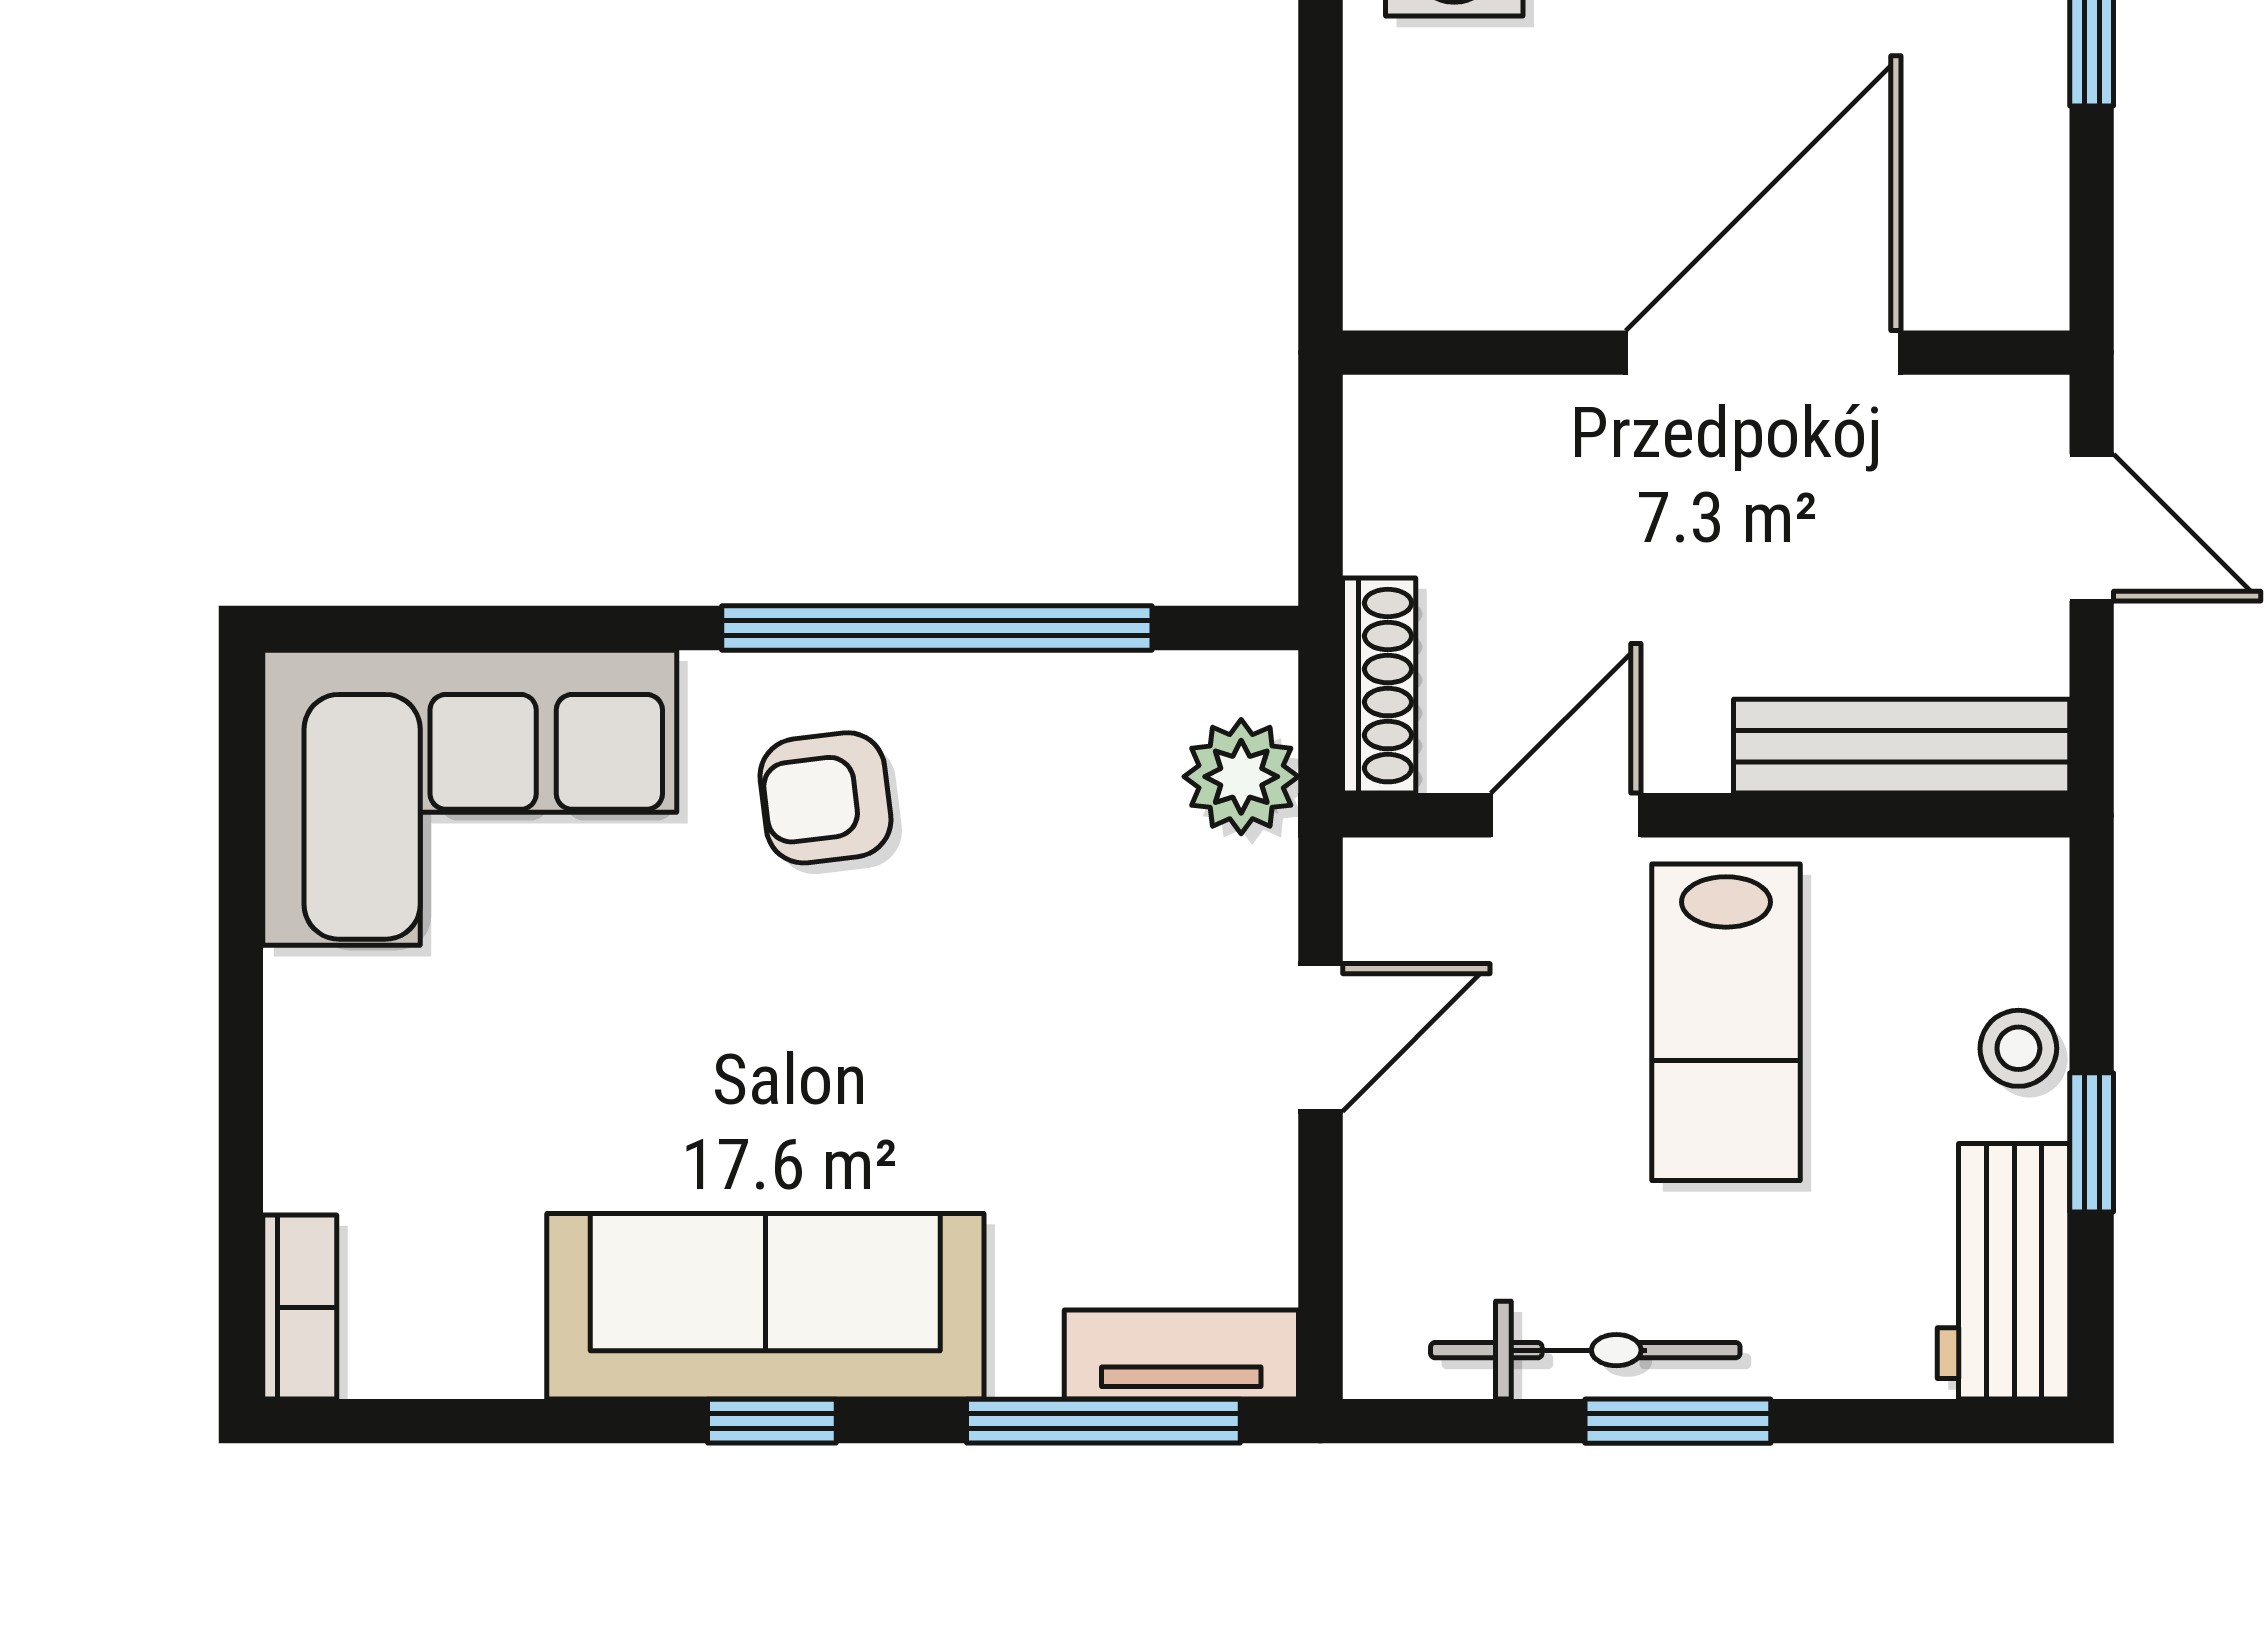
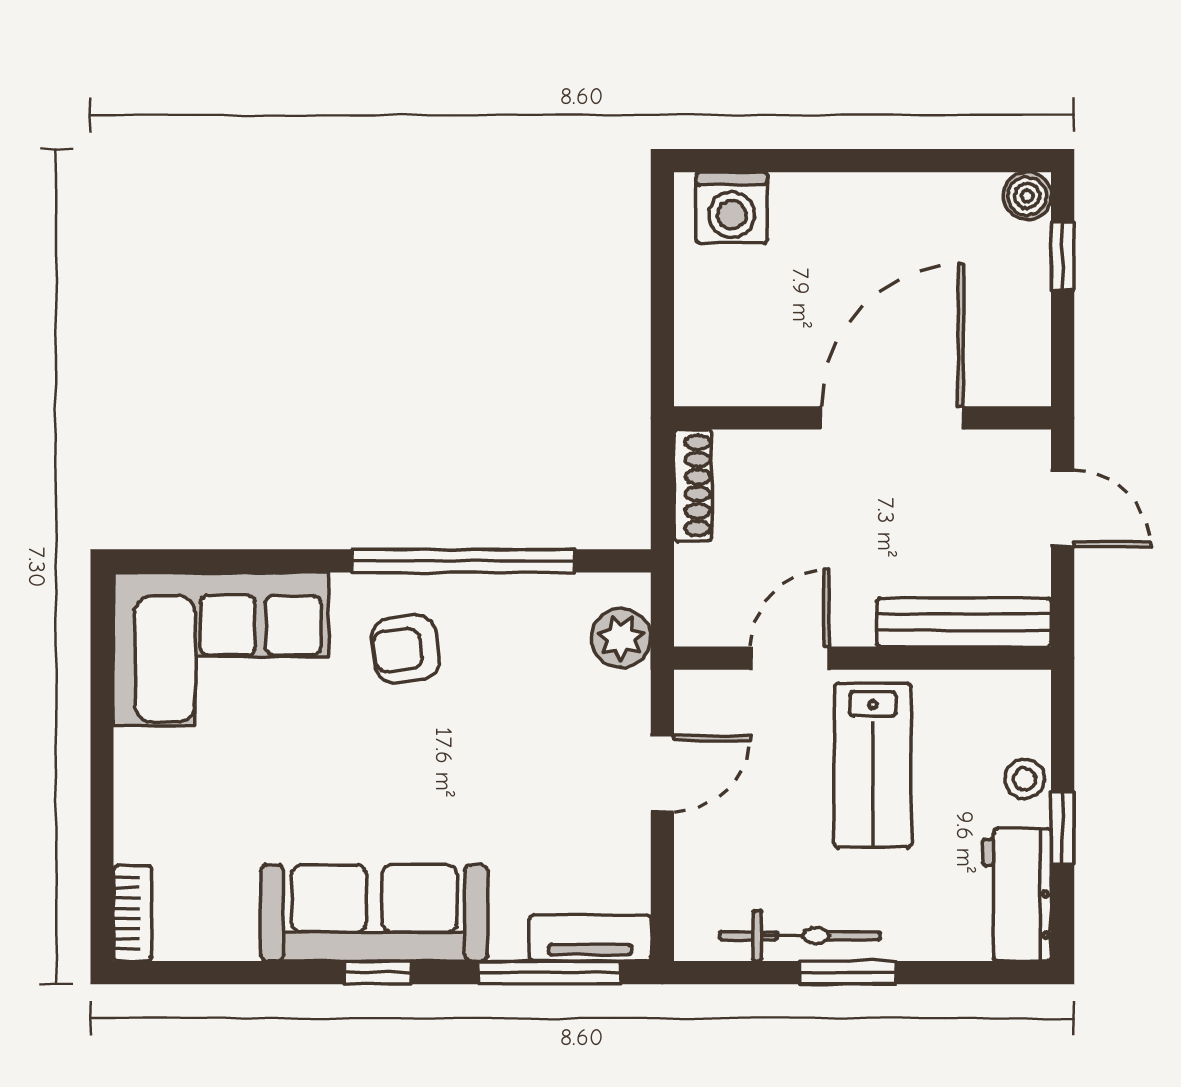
shoe rack: (1379, 686) -> (693, 485), moved

